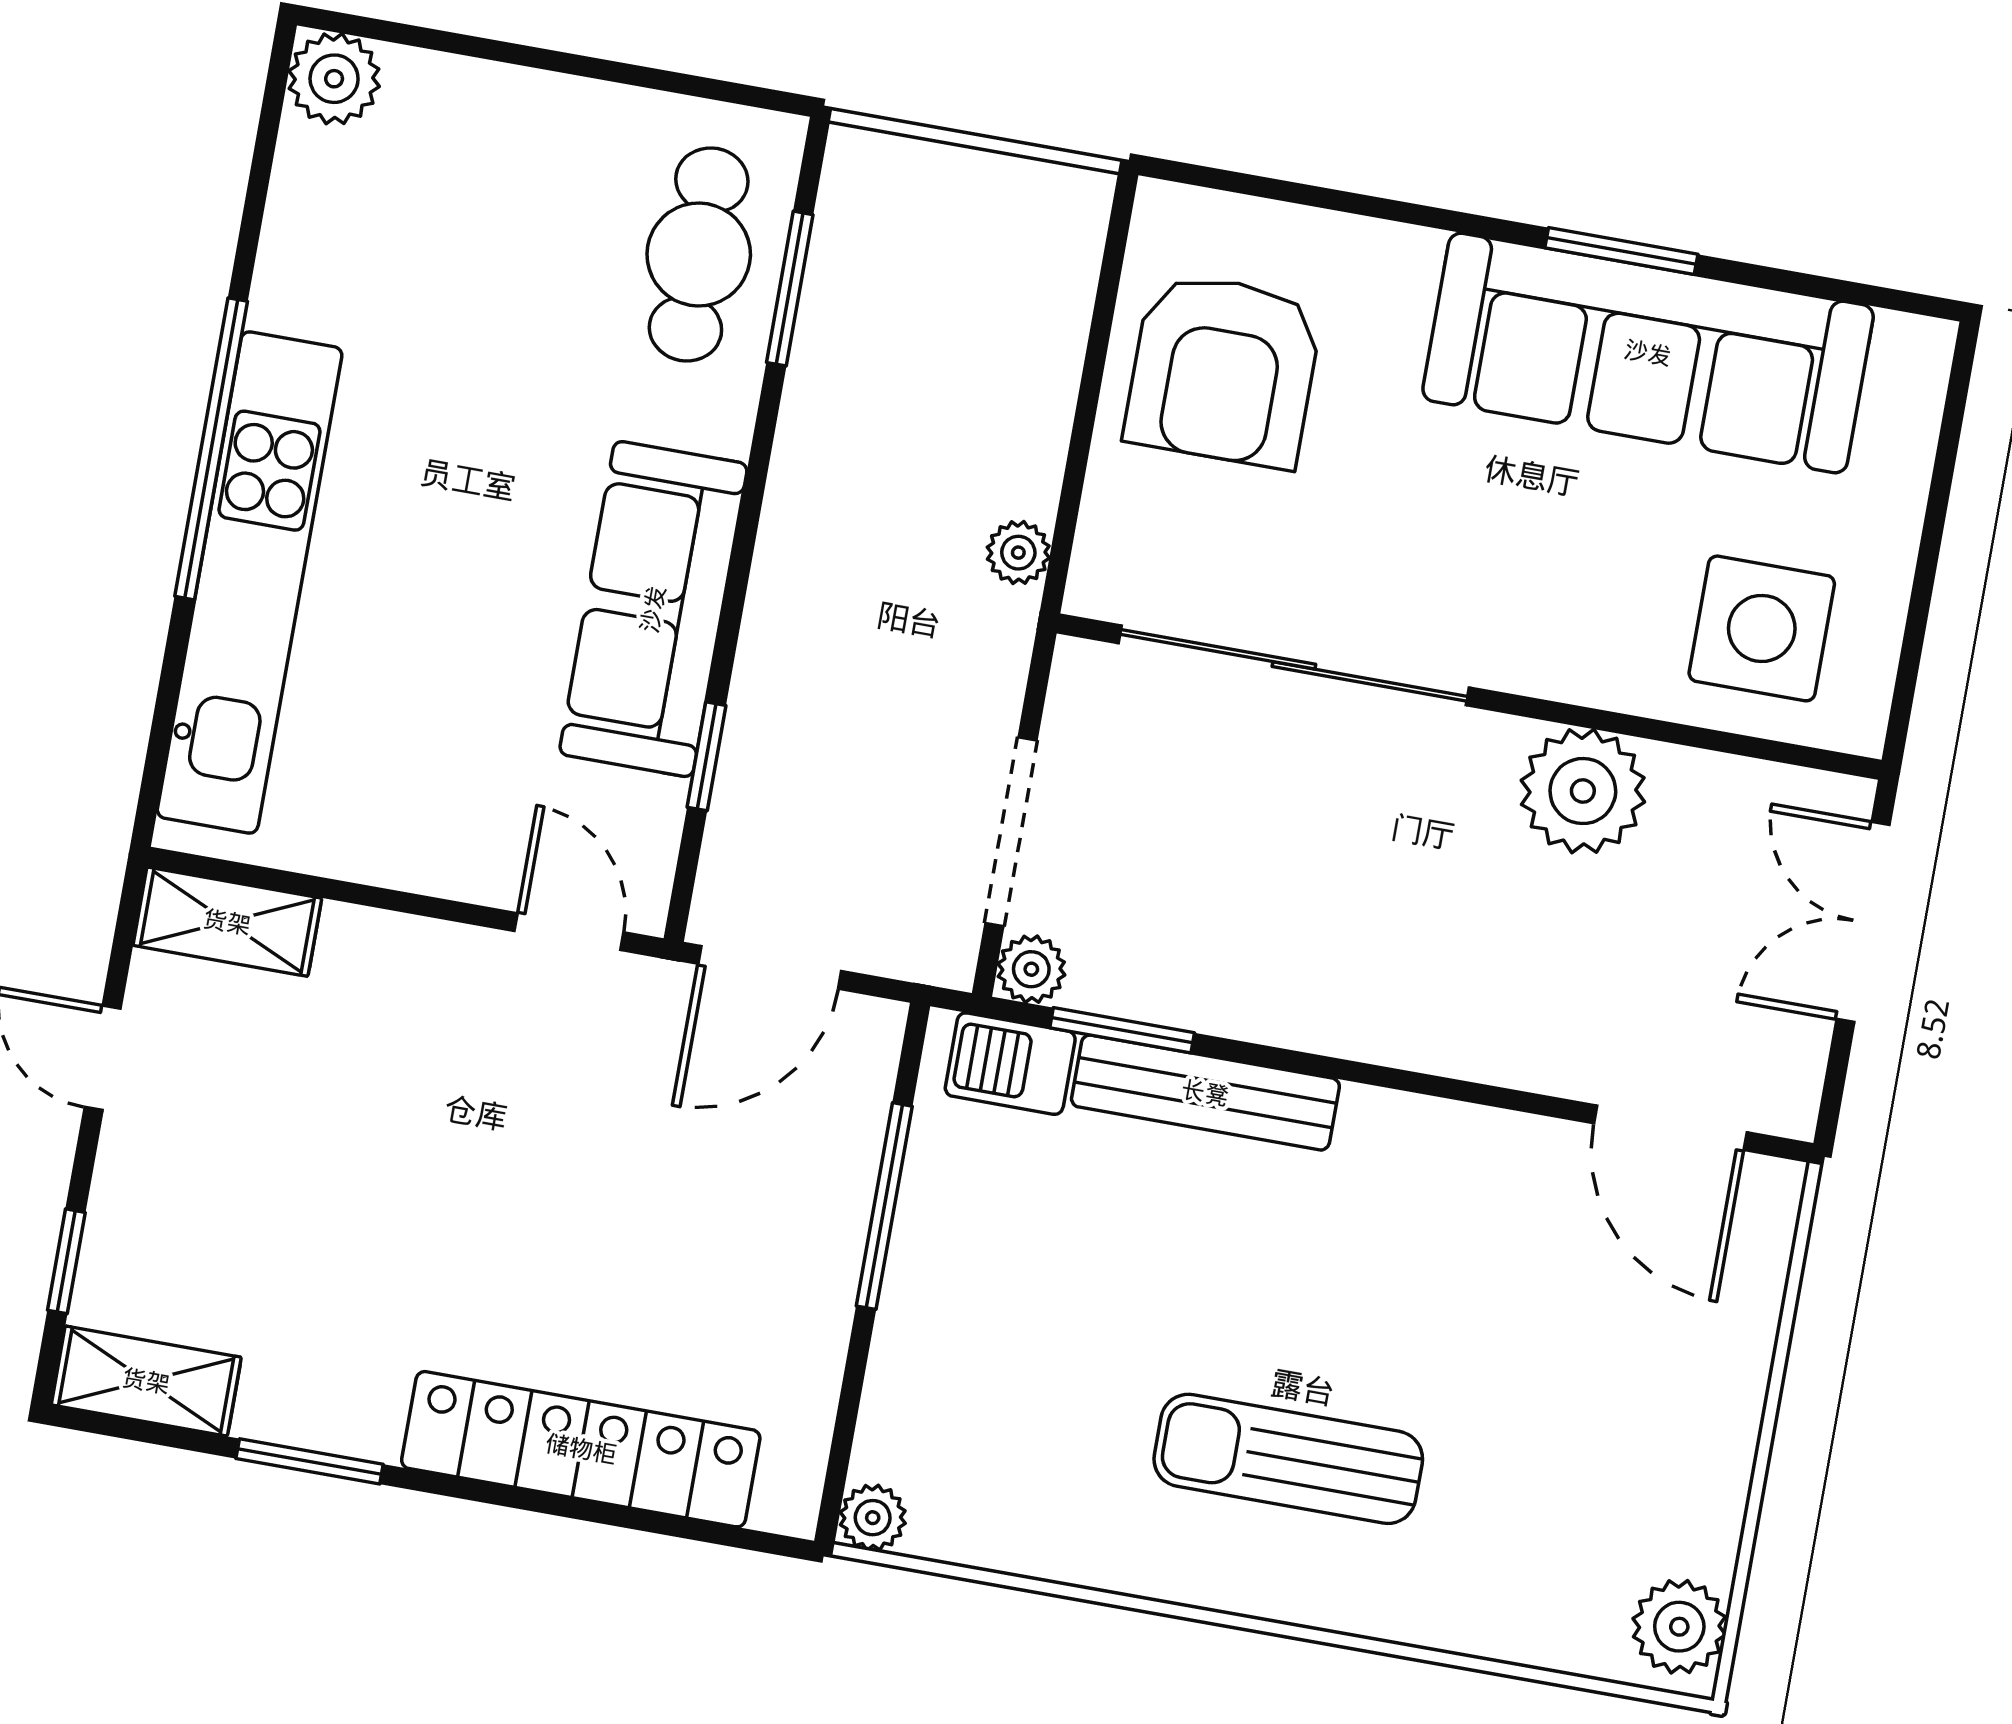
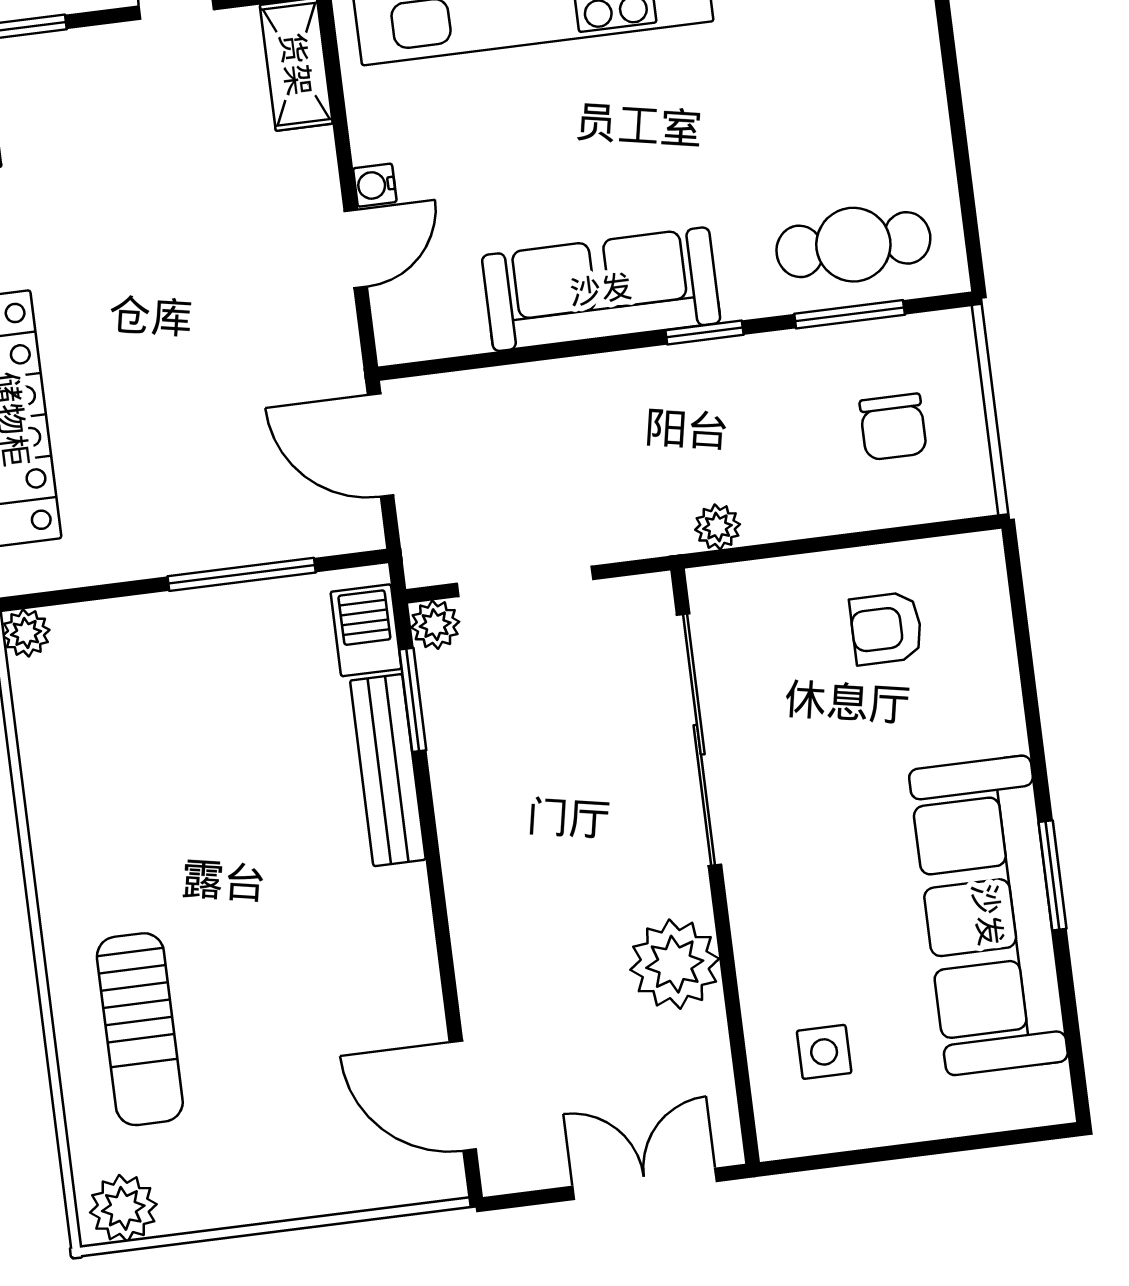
chair: (958, 277) -> (893, 427), added
armchair: (1223, 370) -> (886, 628), width x0.53, depth x0.53
side table: (1762, 628) -> (824, 1052), width x0.54, depth x0.54
window: (706, 756) -> (704, 333), moved
water cooler: (421, 867) -> (375, 185), added
door: (569, 932) -> (356, 249), moved
door: (1670, 1128) -> (463, 1096), hinge flipped
sun lounger: (1288, 1459) -> (140, 1029), moved, turned 180

